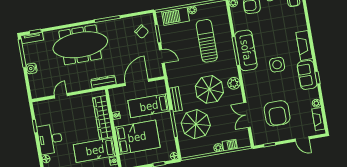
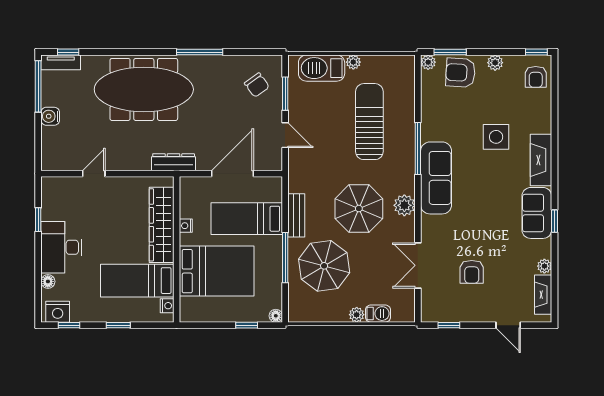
sofa: (246, 50) -> (436, 178), moved
side table: (277, 65) -> (496, 137), moved
armchair: (277, 113) -> (472, 272), width x0.53, depth x0.53

